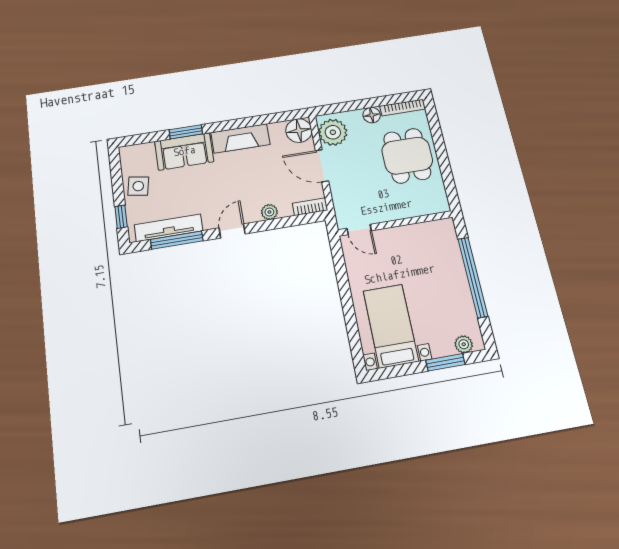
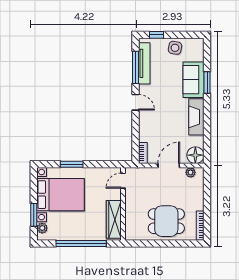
floor lamp: (372, 115) -> (198, 204), removed
plant: (333, 132) -> (191, 172), width x0.53, depth x0.53
plant: (269, 212) -> (144, 127), removed
wardrobe: (423, 233) -> (114, 219), added
window: (349, 314) -> (72, 164), added
bed with nightstands: (391, 326) -> (60, 195), width x1.36

